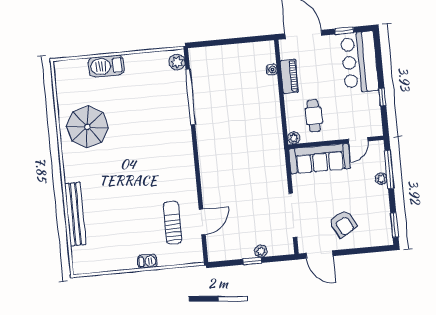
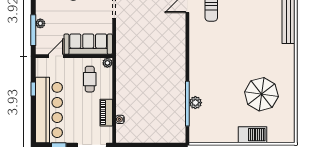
plant: (177, 62) -> (195, 103), moved
bar counter: (360, 62) -> (49, 110), width x1.36
parasol: (87, 127) -> (261, 94), moved

